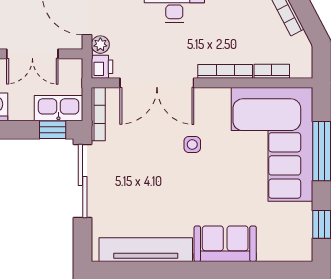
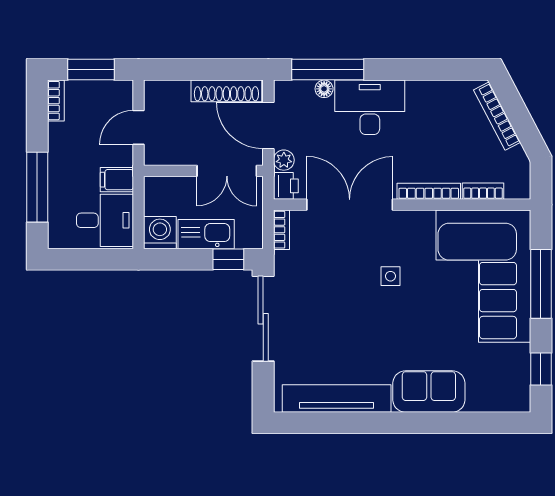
double door: (32, 54) -> (227, 171), moved
double door: (157, 83) -> (350, 205), swing flipped
kitchen sink: (58, 108) -> (206, 234), moved
bookcase: (98, 114) -> (281, 230), width x0.64

